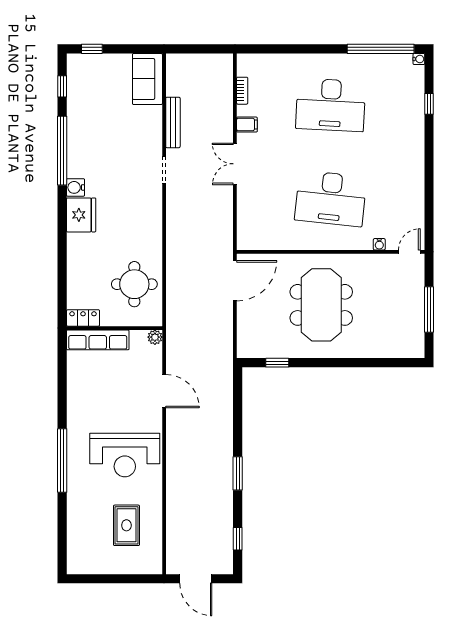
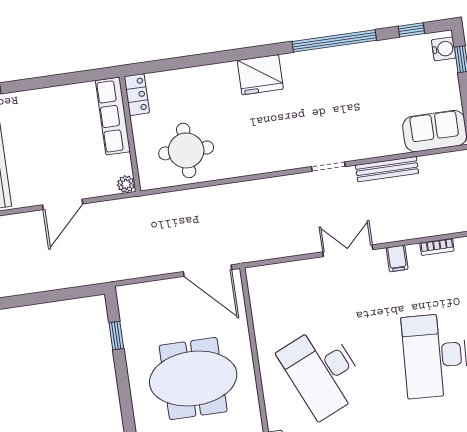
water cooler: (75, 187) -> (444, 49), moved, turned 90
desk: (331, 198) -> (323, 372), turned -30

